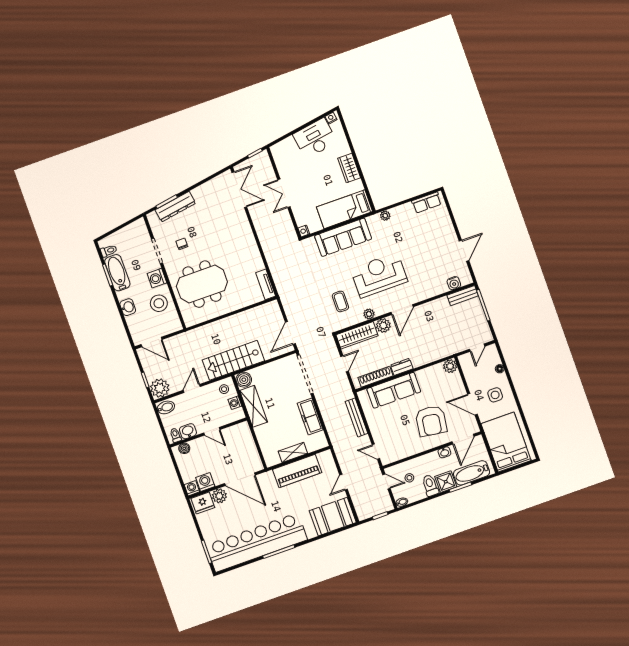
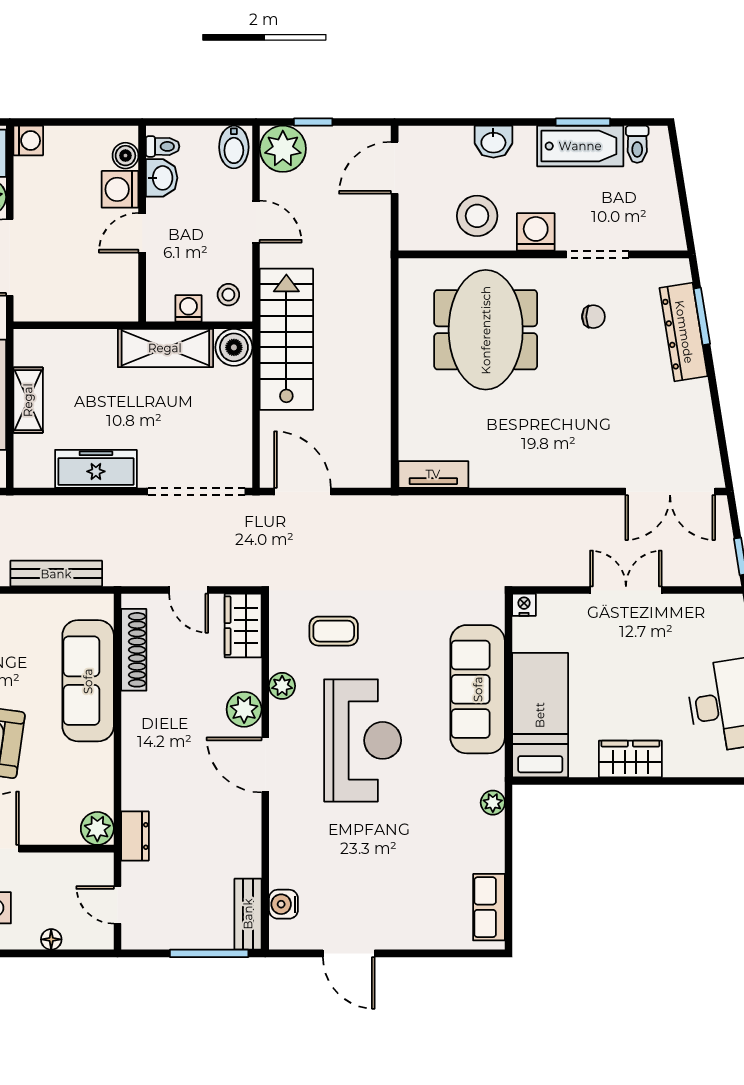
wardrobe: (357, 335) -> (243, 626), width x0.67
dresser: (402, 367) -> (135, 836), moved
washing machine: (205, 482) -> (120, 189), moved, turned 180

